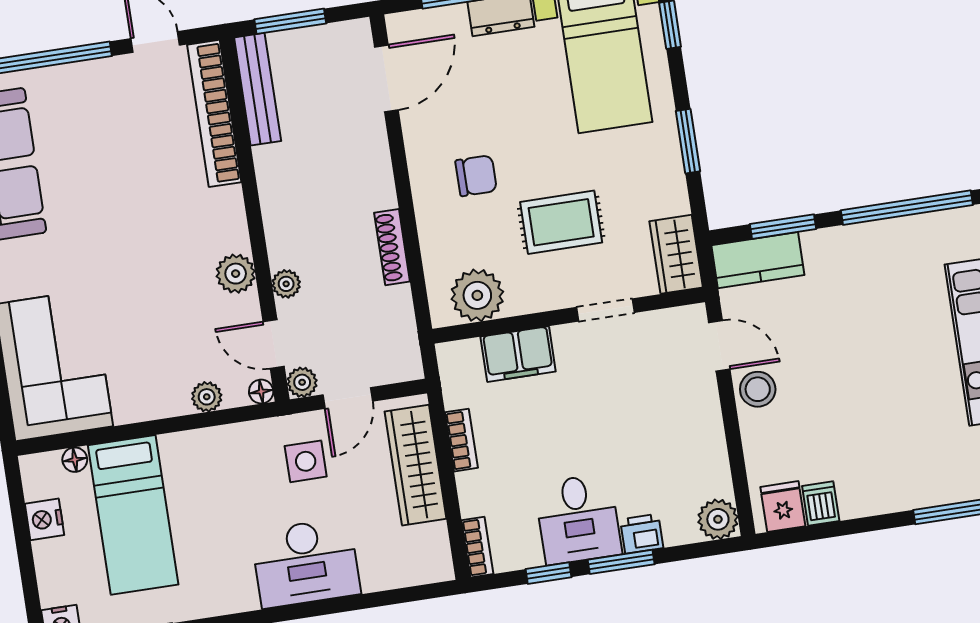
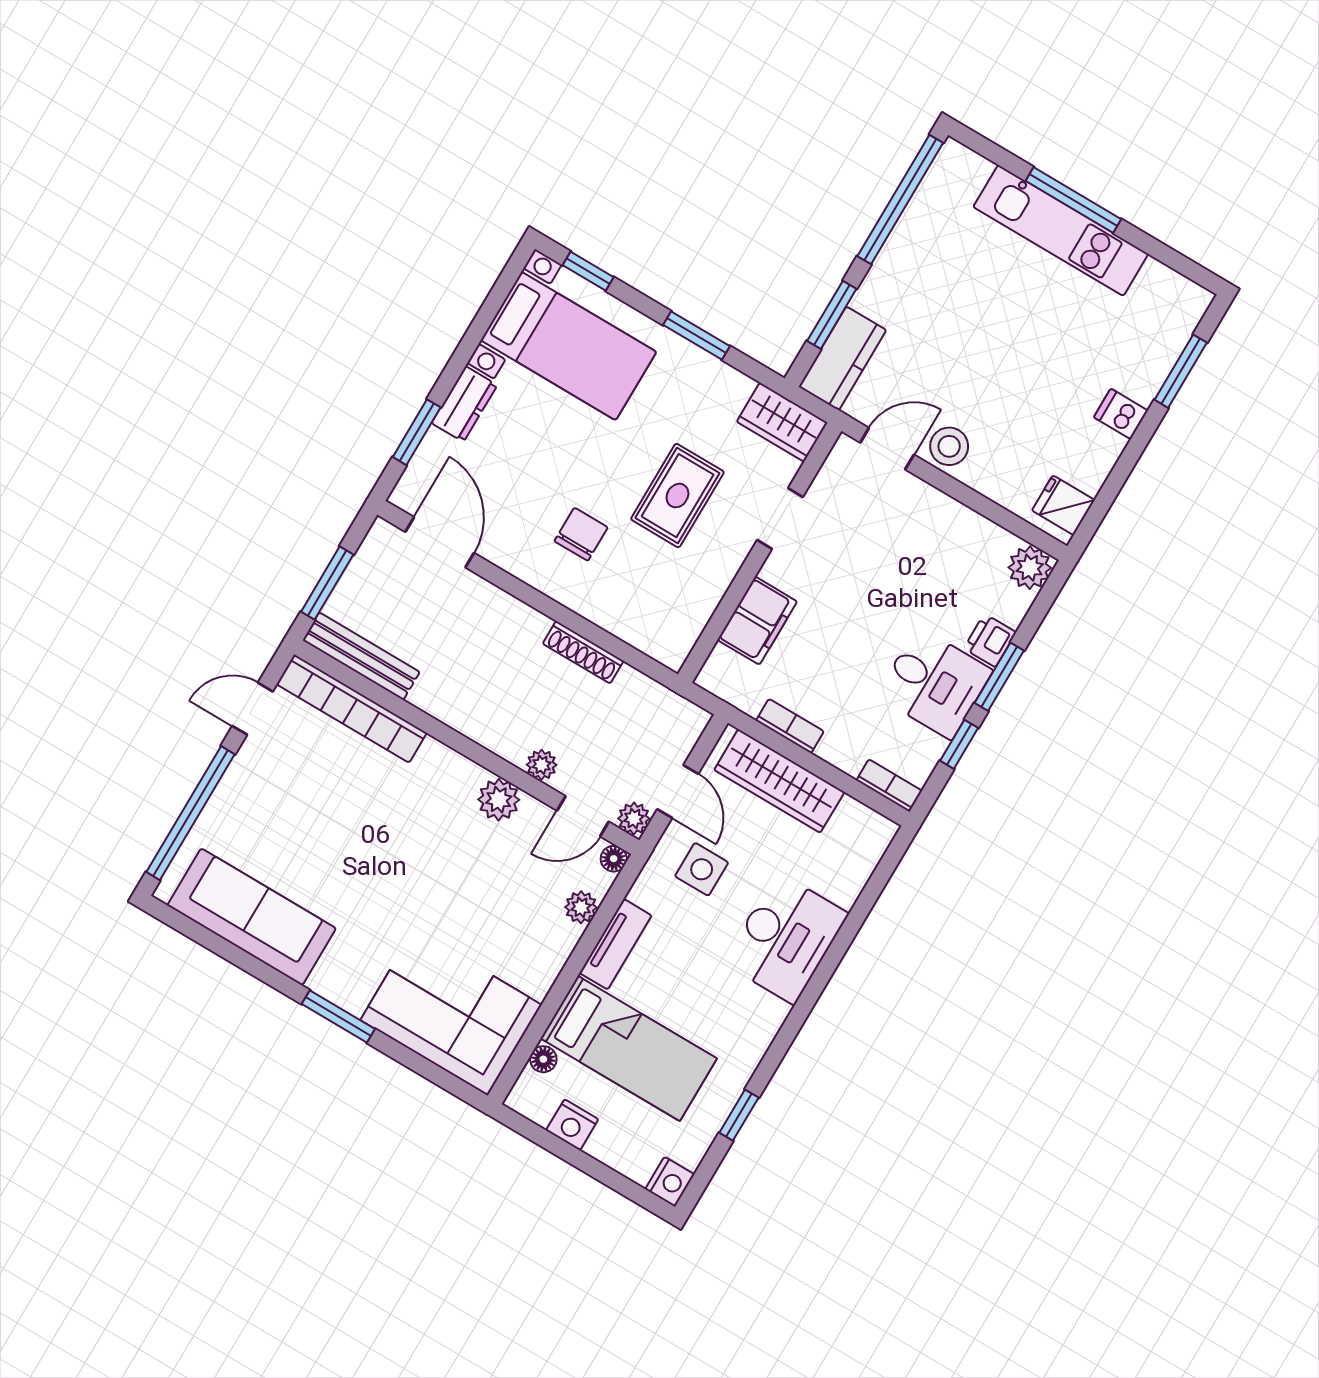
plant: (477, 295) -> (681, 615), removed
tv unit: (201, 444) -> (616, 944), added
dishwasher: (821, 503) -> (1121, 414), moved

